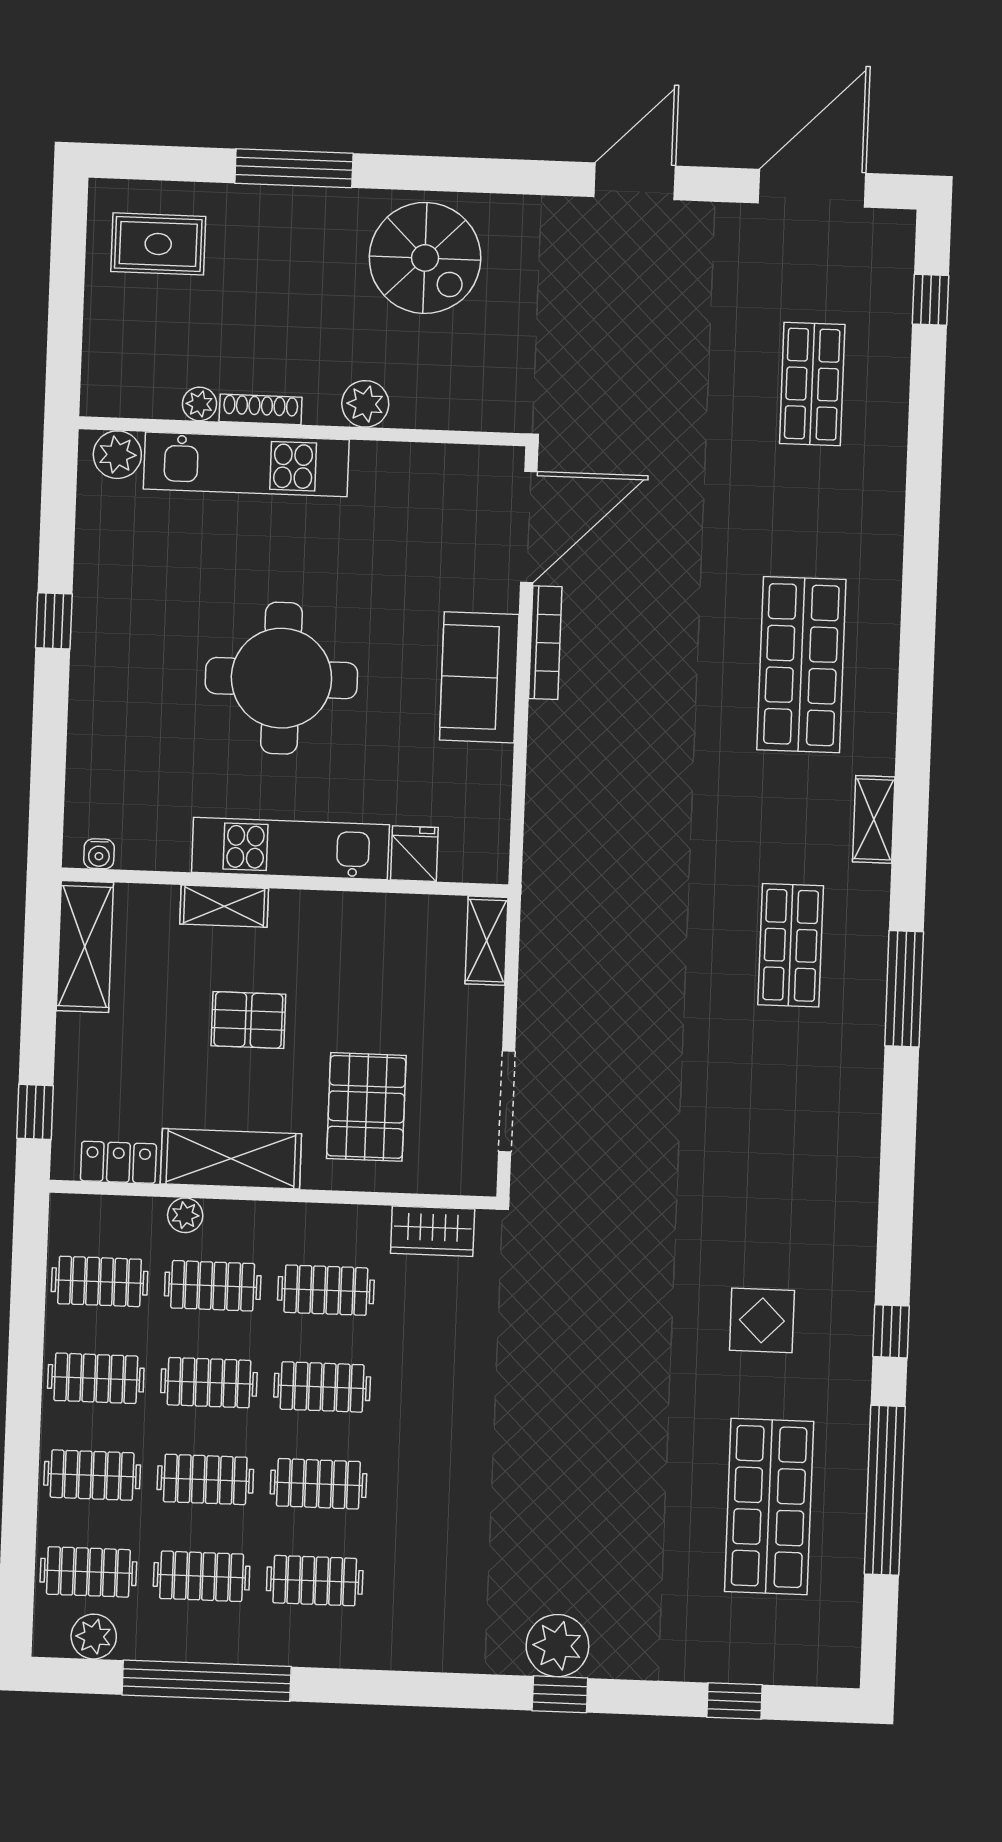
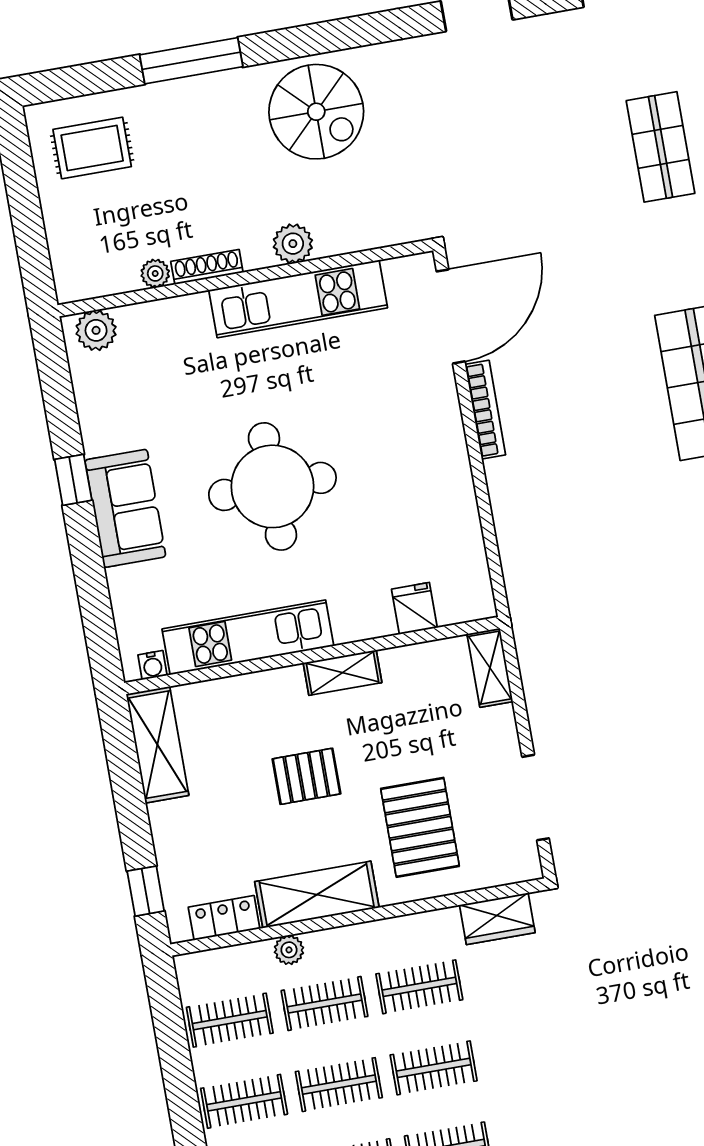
kitchen unit: (246, 464) -> (298, 299), moved
sofa: (479, 677) -> (125, 508), moved, turned 180
kitchen unit: (290, 848) -> (248, 637), moved
shelving: (224, 906) -> (343, 673), moved

